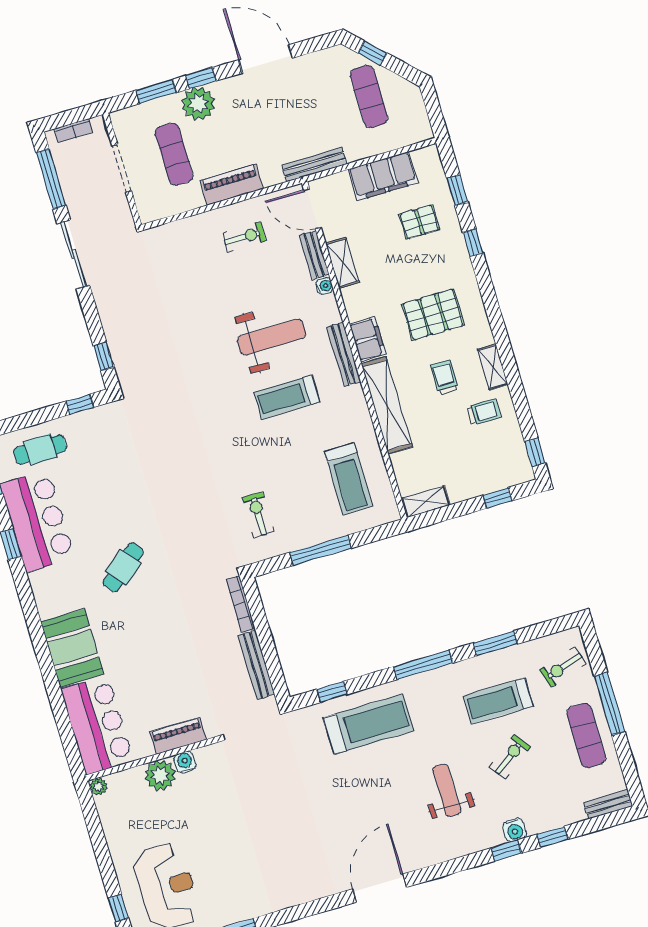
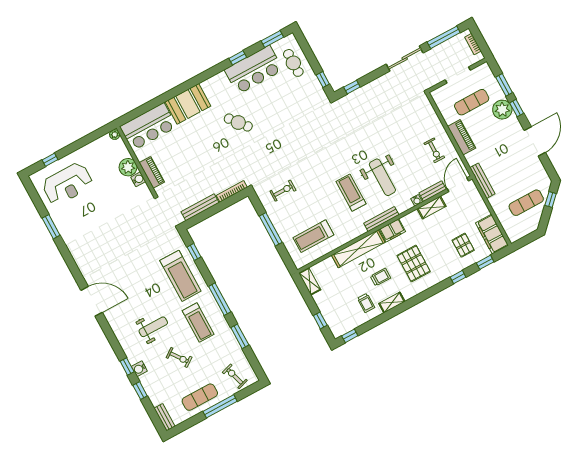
filing cabinet: (383, 176) -> (492, 234), moved
treadmill: (498, 701) -> (198, 322), moved, turned 180

